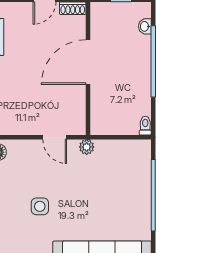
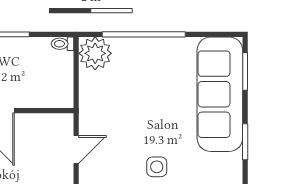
plant: (87, 147) -> (95, 53), moved, width x1.88, depth x1.88

